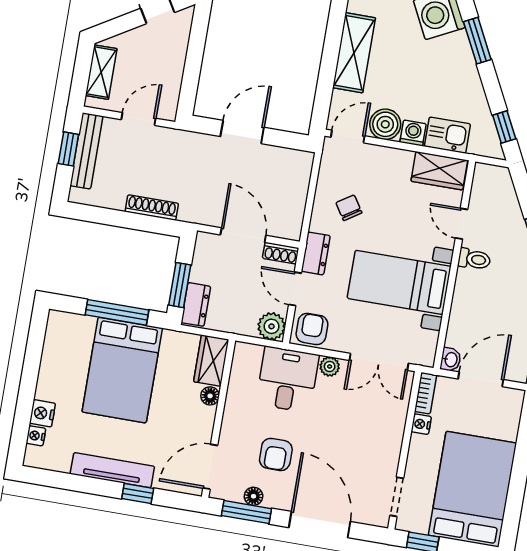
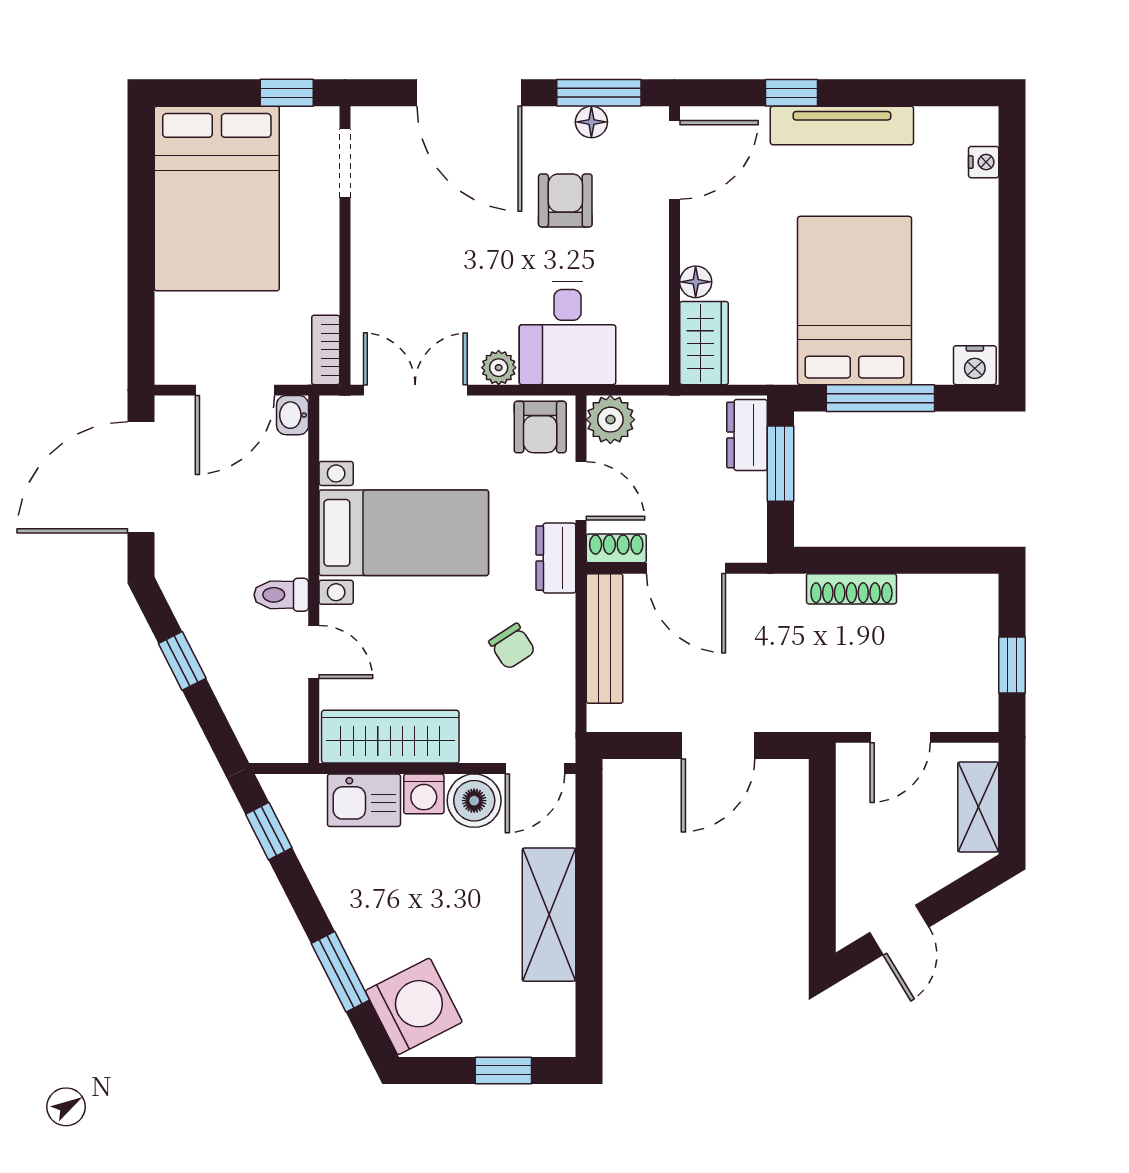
bench: (86, 151) -> (604, 638), moved
wardrobe: (439, 171) -> (390, 737), width x1.50
nightstand: (42, 413) -> (975, 365), moved, turned 90
nightstand: (421, 424) -> (324, 295), removed

